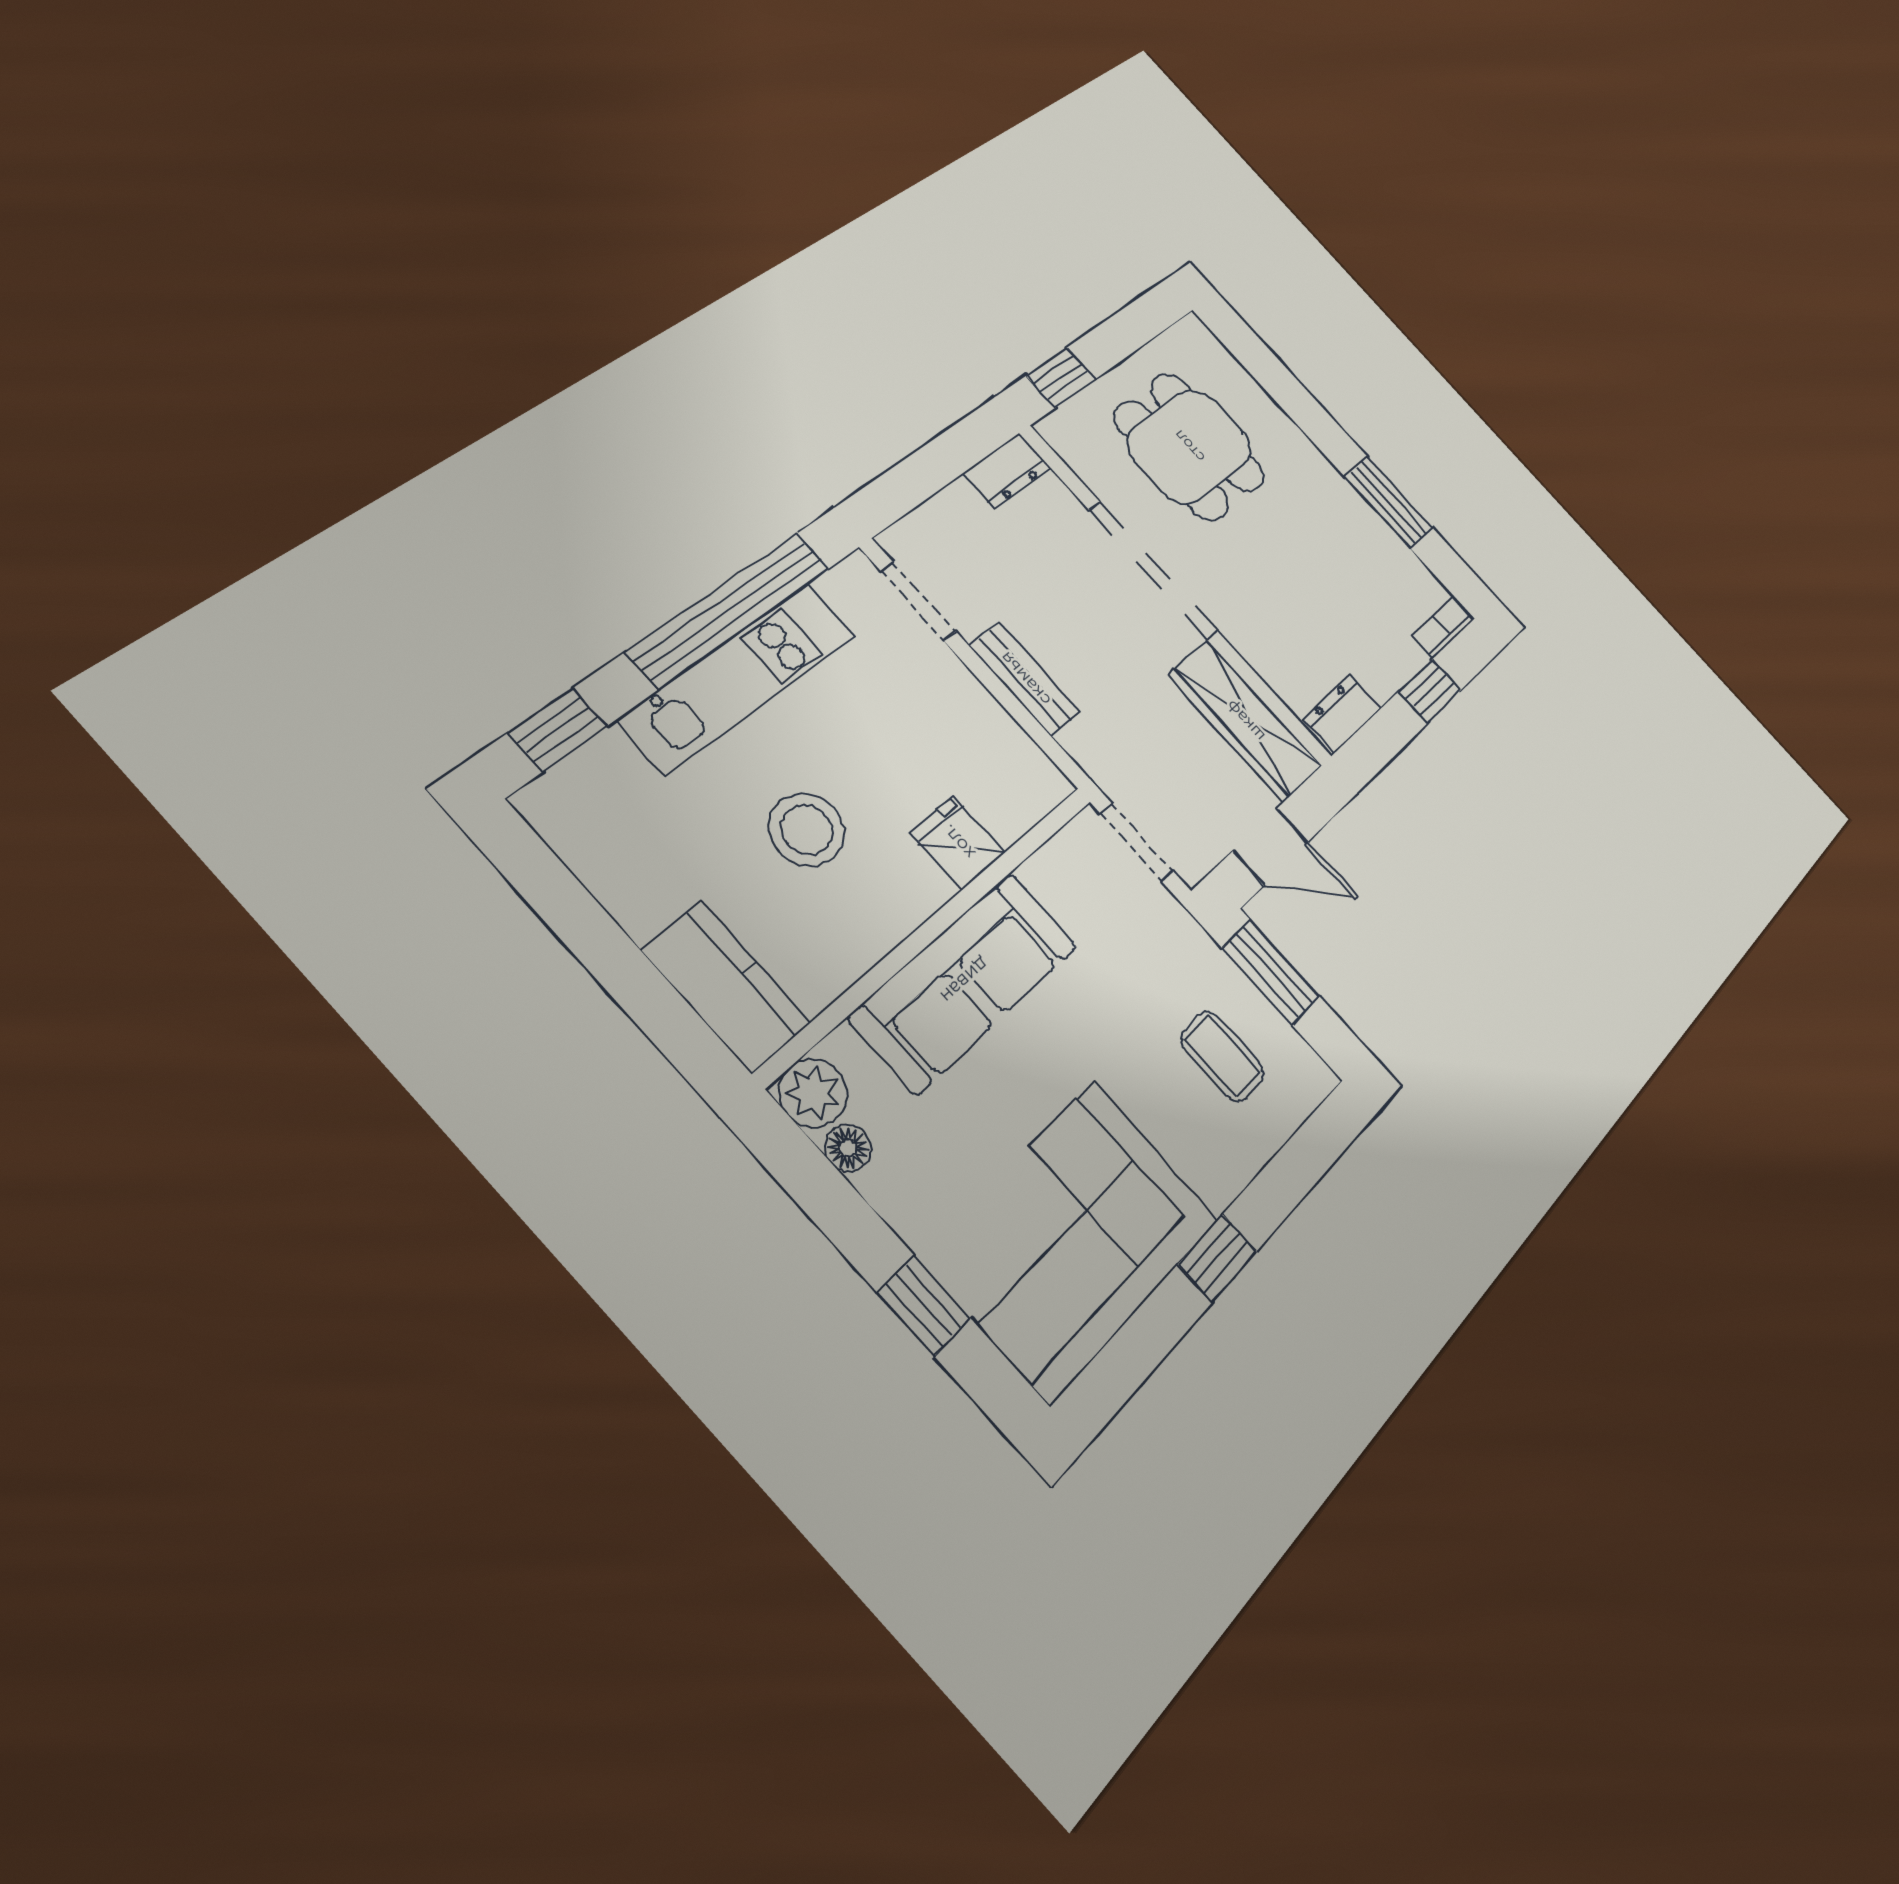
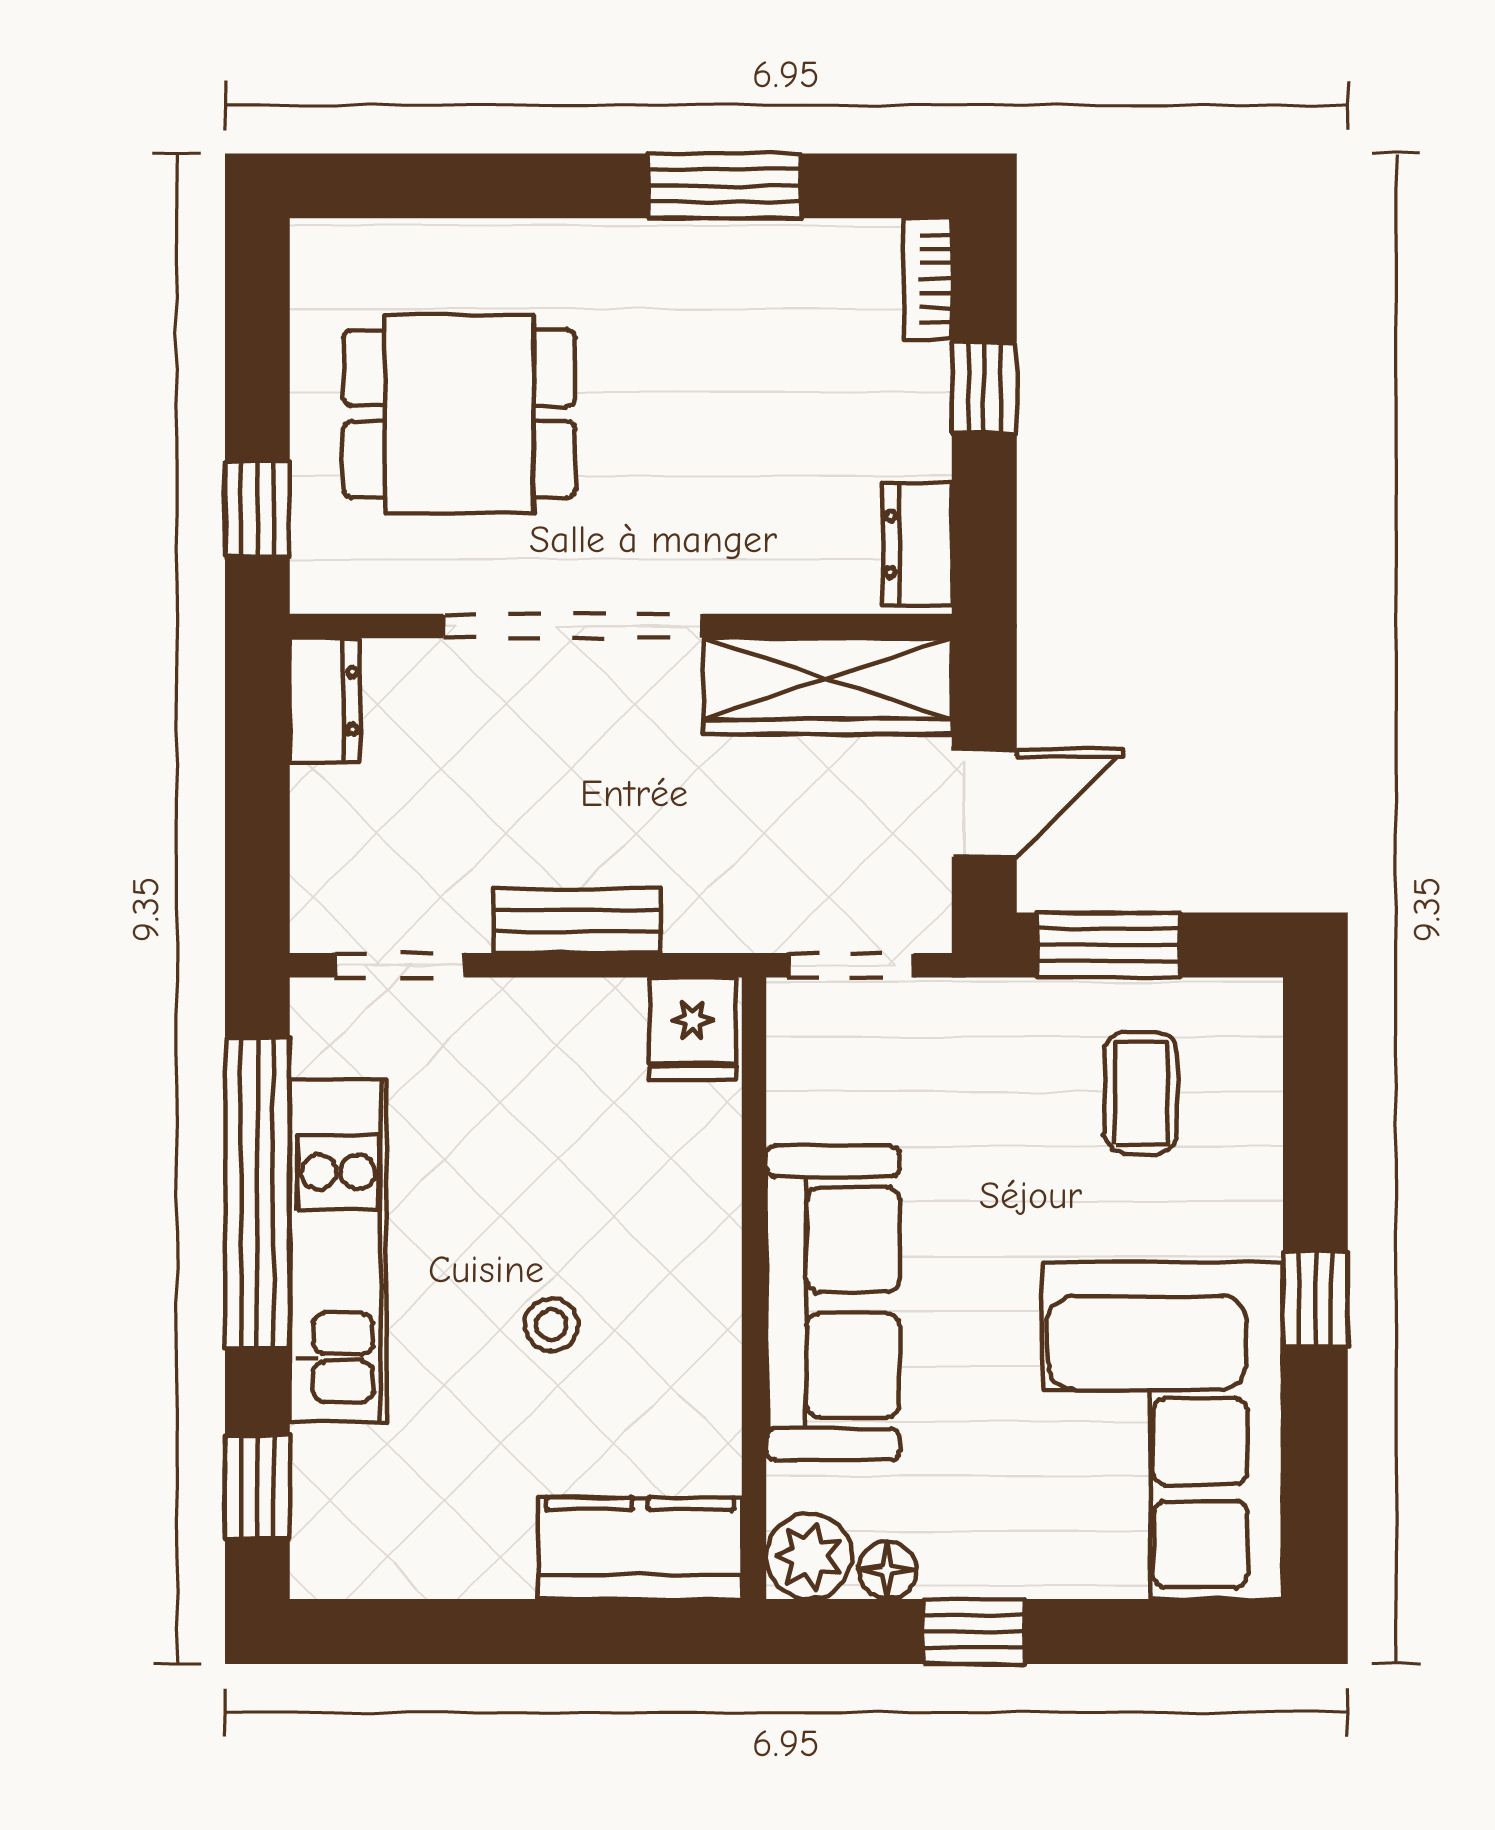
stool: (807, 830) -> (551, 1325), width x0.53, depth x0.53
fridge: (958, 842) -> (693, 1029), moved, turned -90
coffee table: (1222, 1056) -> (1141, 1093), turned 90
window: (924, 1306) -> (974, 1632), moved

